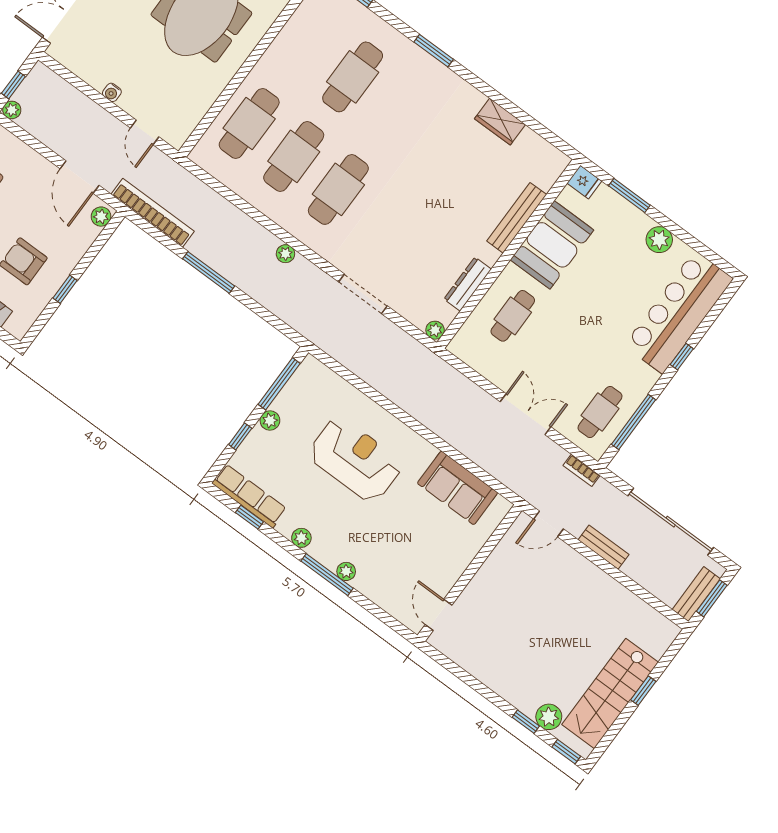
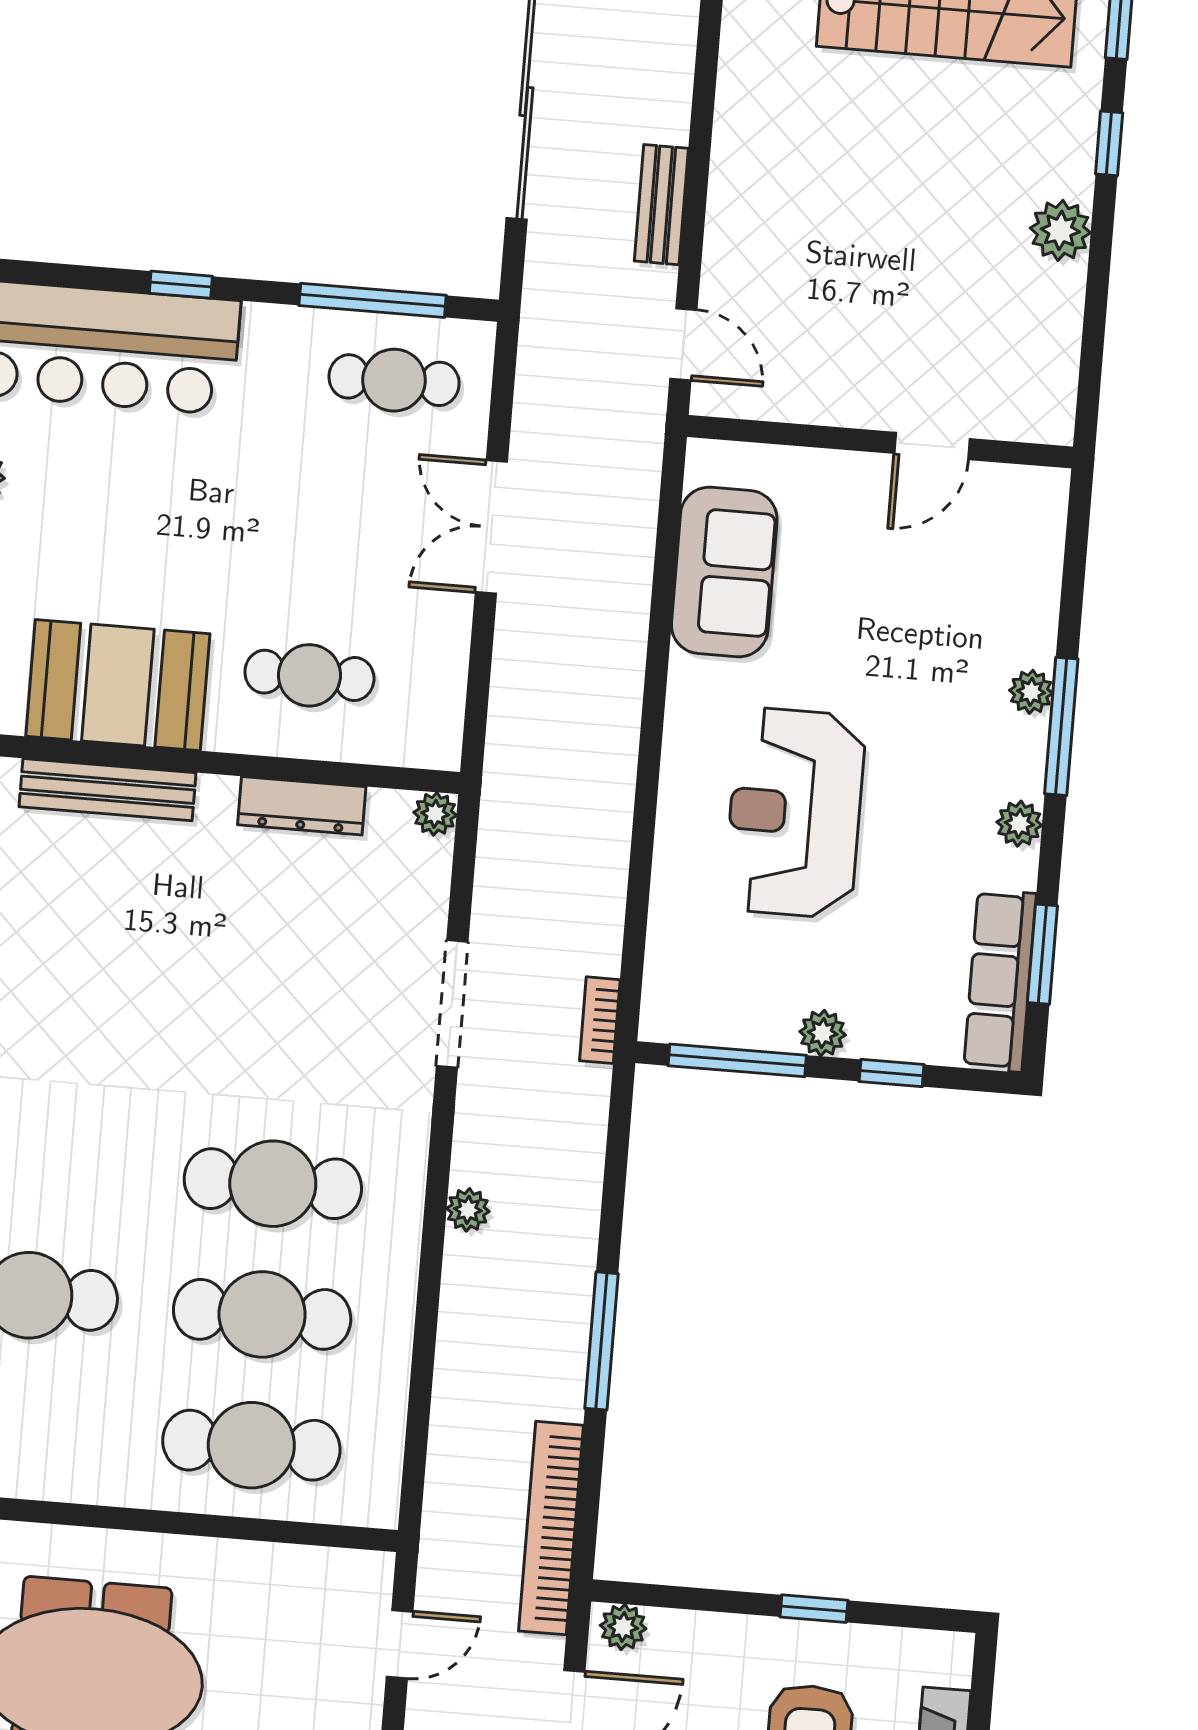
bookcase: (582, 470) -> (600, 1020), moved, turned 180
window: (249, 517) -> (1042, 954), width x1.50
door: (439, 615) -> (932, 446), moved
plant: (549, 717) -> (1060, 230), moved

